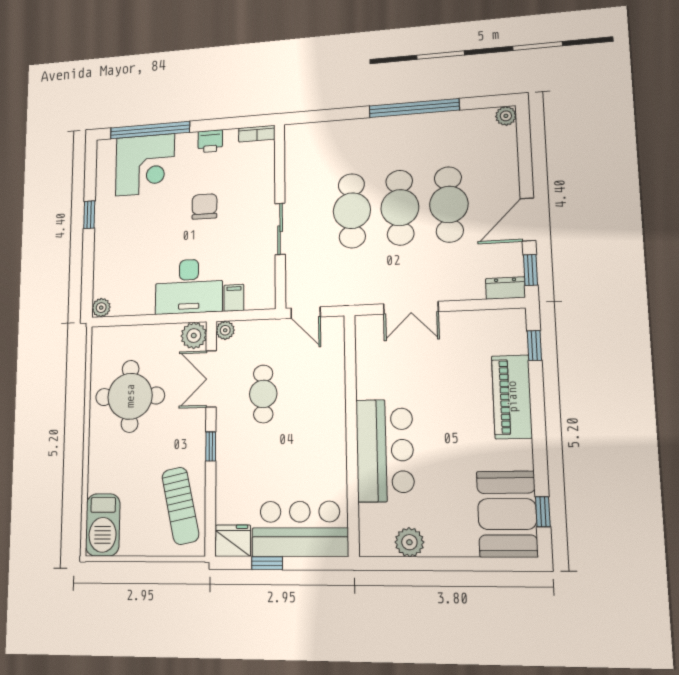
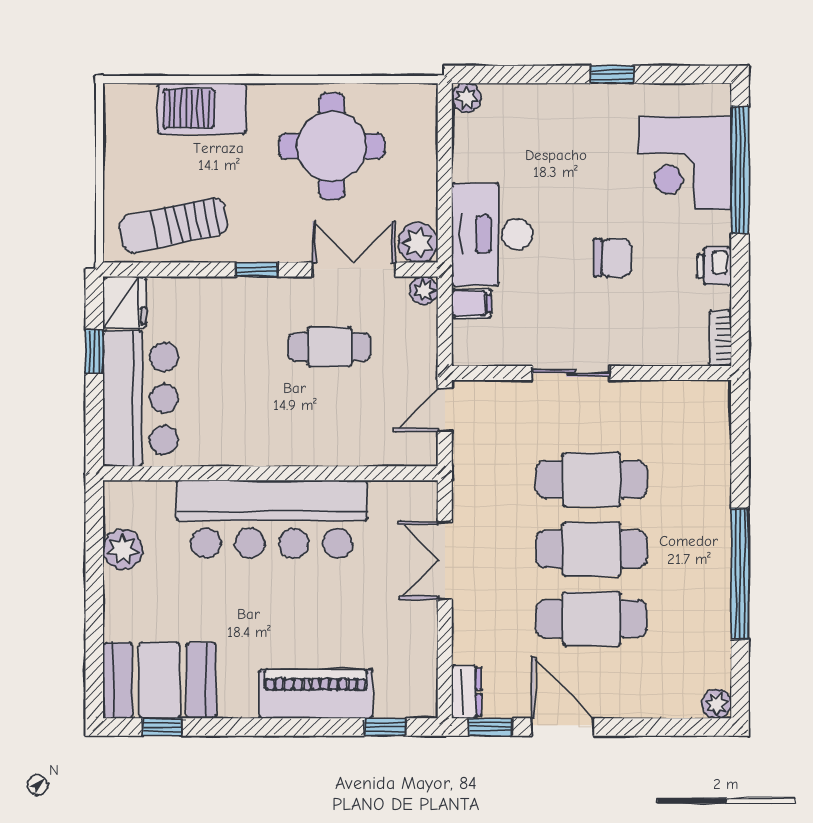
bar counter: (385, 450) -> (272, 519), width x1.36
barbecue: (103, 525) -> (202, 108), moved

